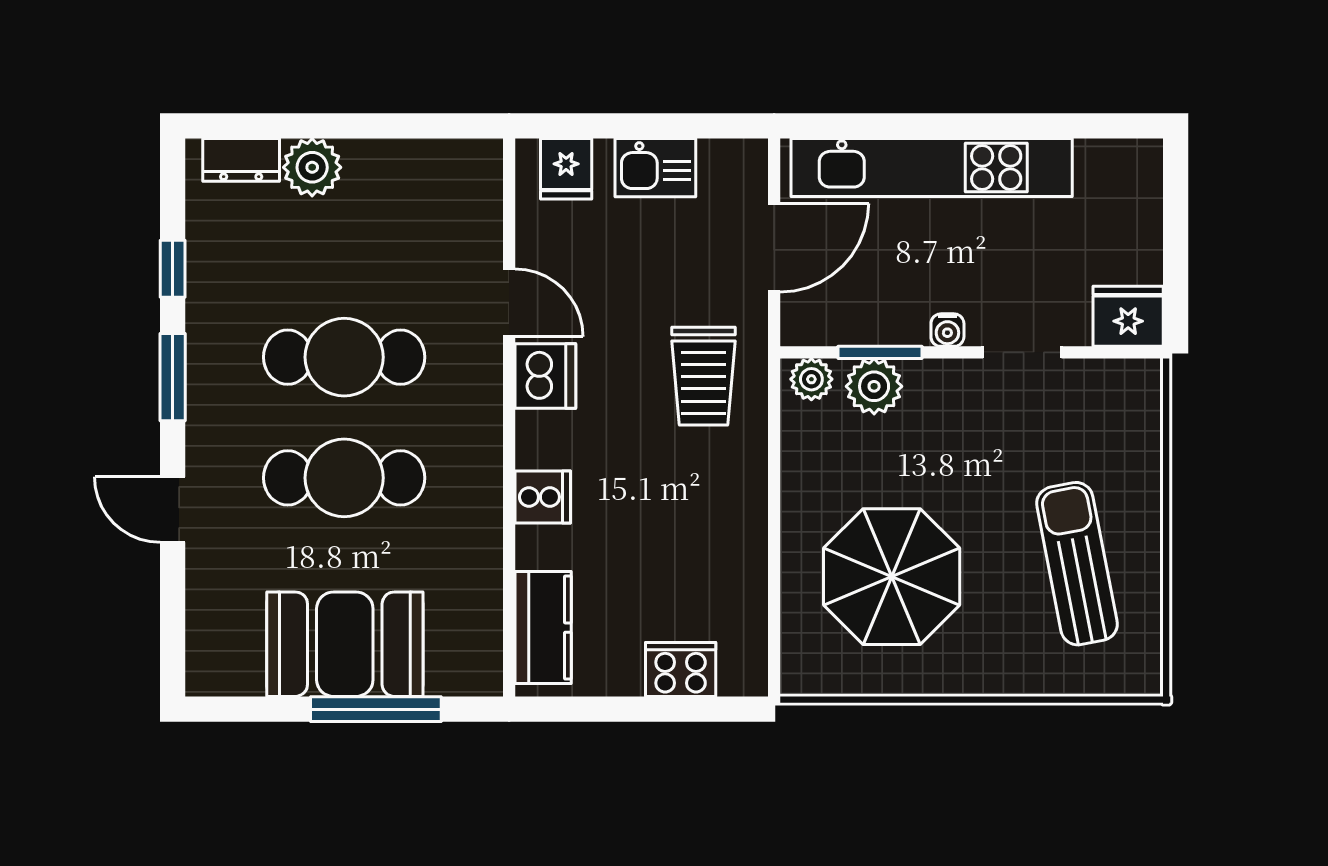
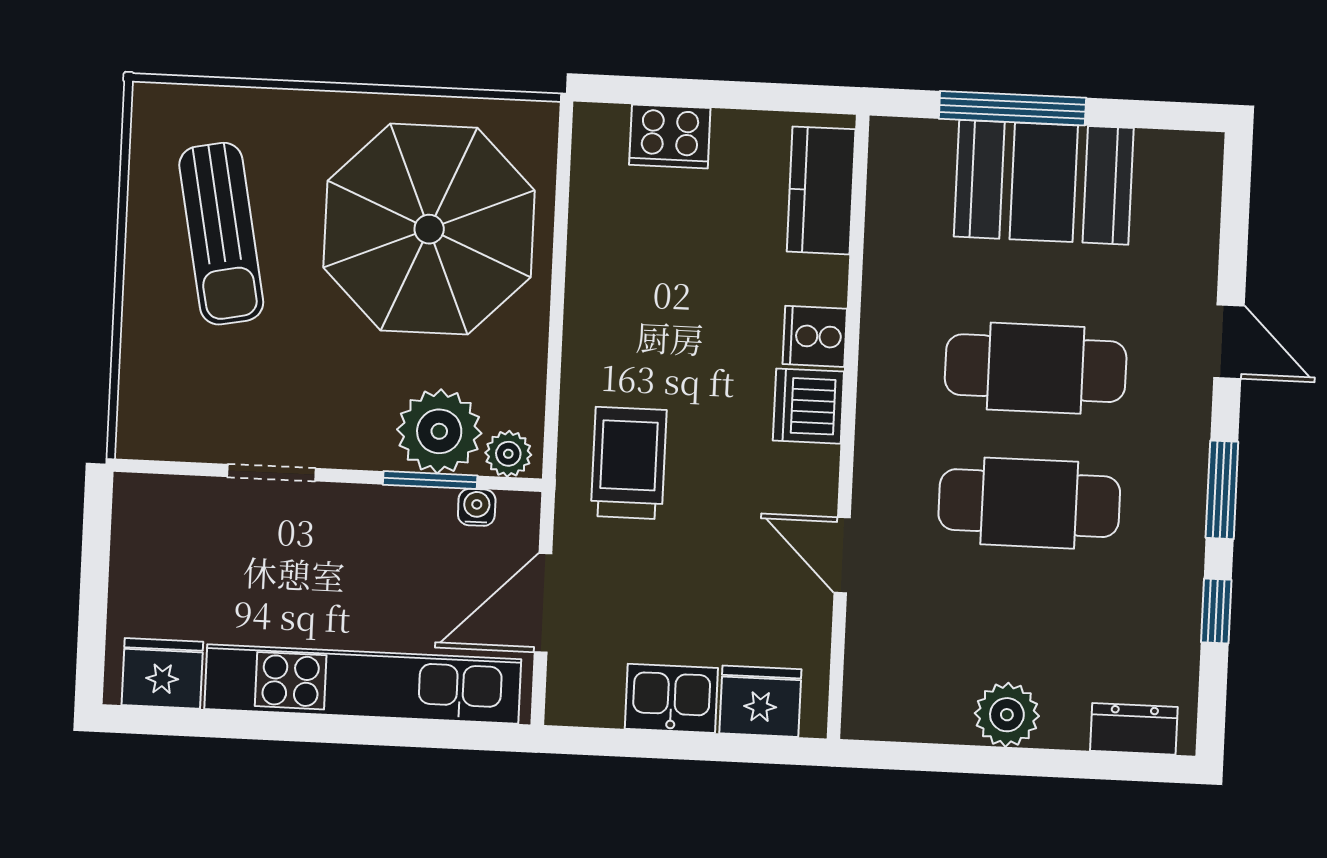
plant: (312, 167) -> (1007, 715), moved
fridge: (566, 169) -> (760, 701), width x1.38
fridge: (1128, 316) -> (162, 673), moved, turned 180
water cooler: (947, 330) -> (477, 507), moved
dishwasher: (545, 376) -> (808, 406), moved
plant: (874, 386) -> (439, 431), width x1.36, depth x1.36
parasol: (892, 577) -> (429, 229), width x1.36, depth x1.36

